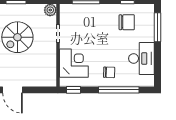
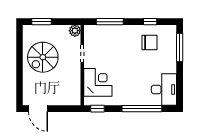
desk: (141, 58) -> (164, 90), moved
chair: (109, 72) -> (132, 91), removed

